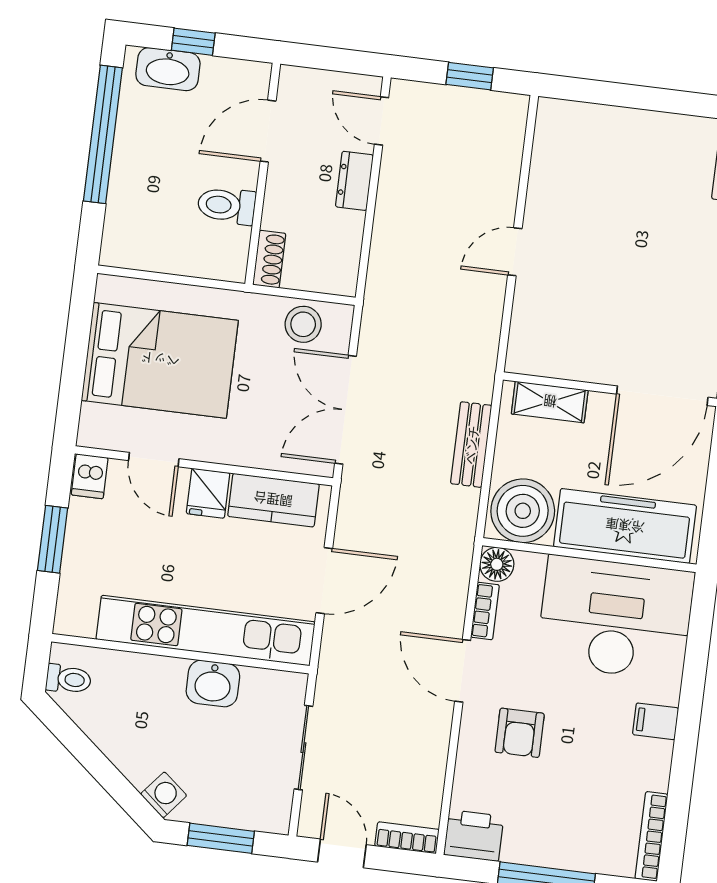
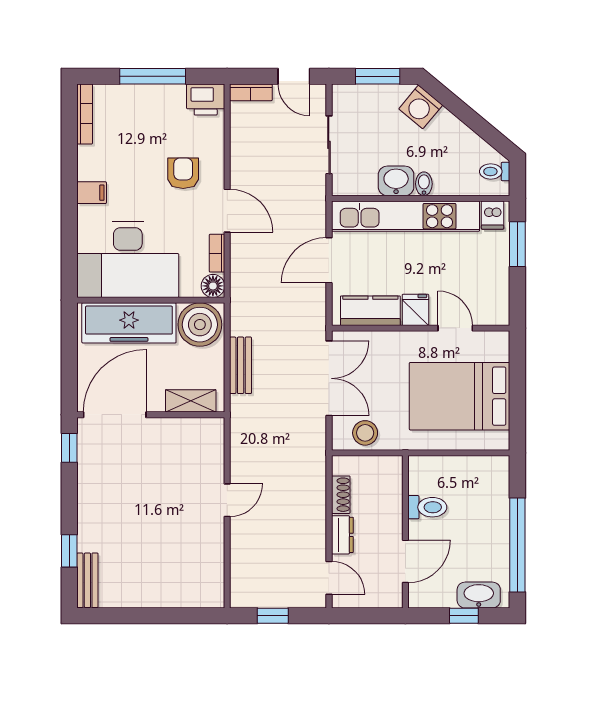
shoe rack: (269, 259) -> (341, 495), moved, turned 180
dishwasher: (90, 476) -> (493, 215), moved, turned 180
window: (53, 539) -> (517, 244), moved
bidet: (173, 674) -> (424, 184), added
washing machine: (164, 795) -> (421, 107), width x1.38, depth x1.38

